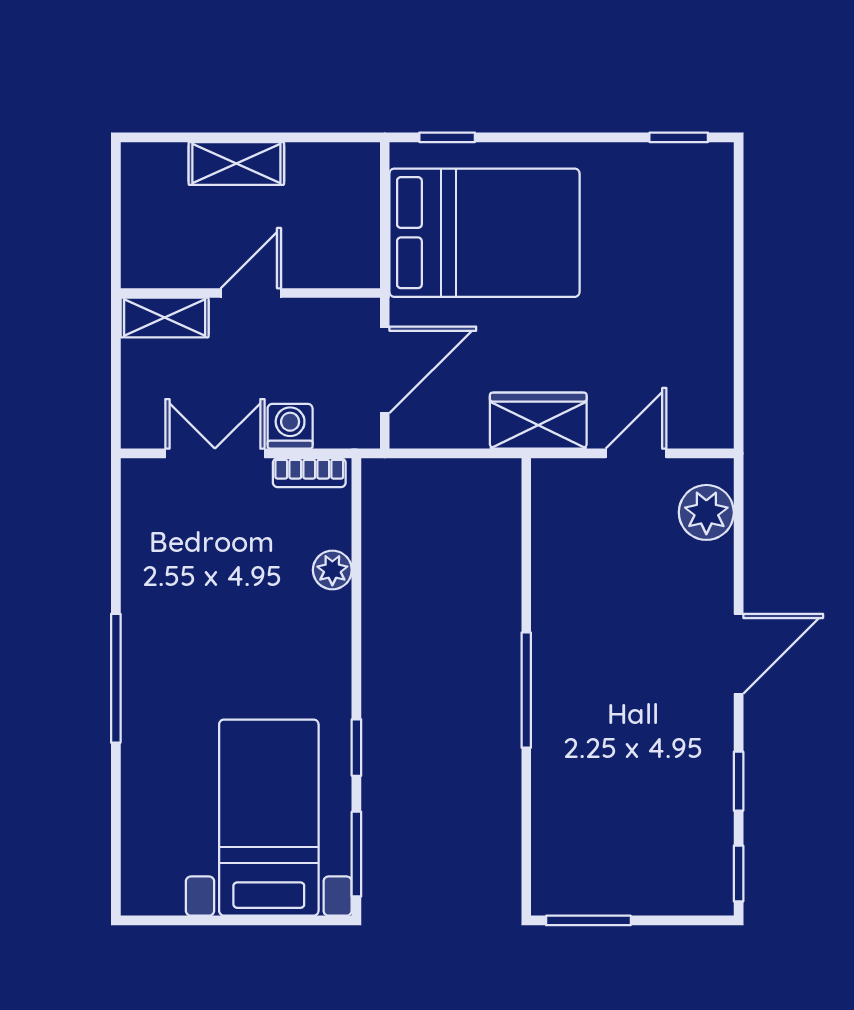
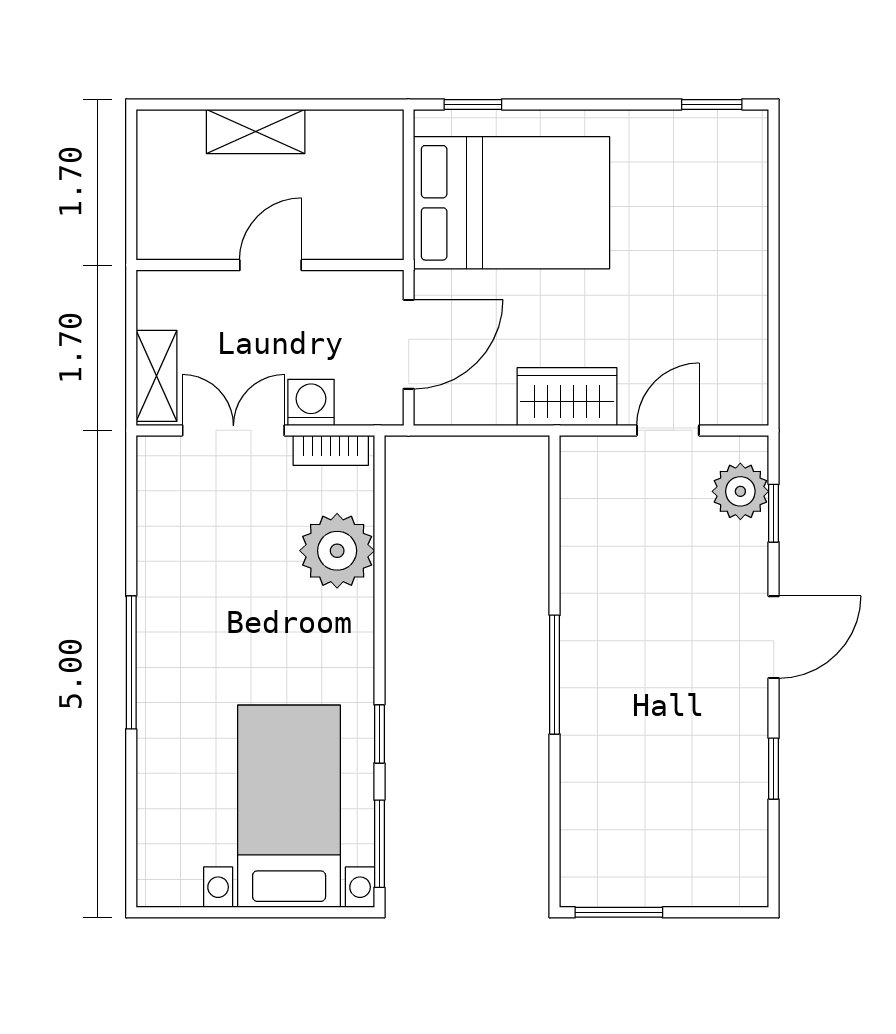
shelving: (165, 318) -> (157, 376), moved, turned 90
plant: (332, 570) -> (337, 551), width x1.87, depth x1.87
window: (739, 874) -> (774, 513), moved

